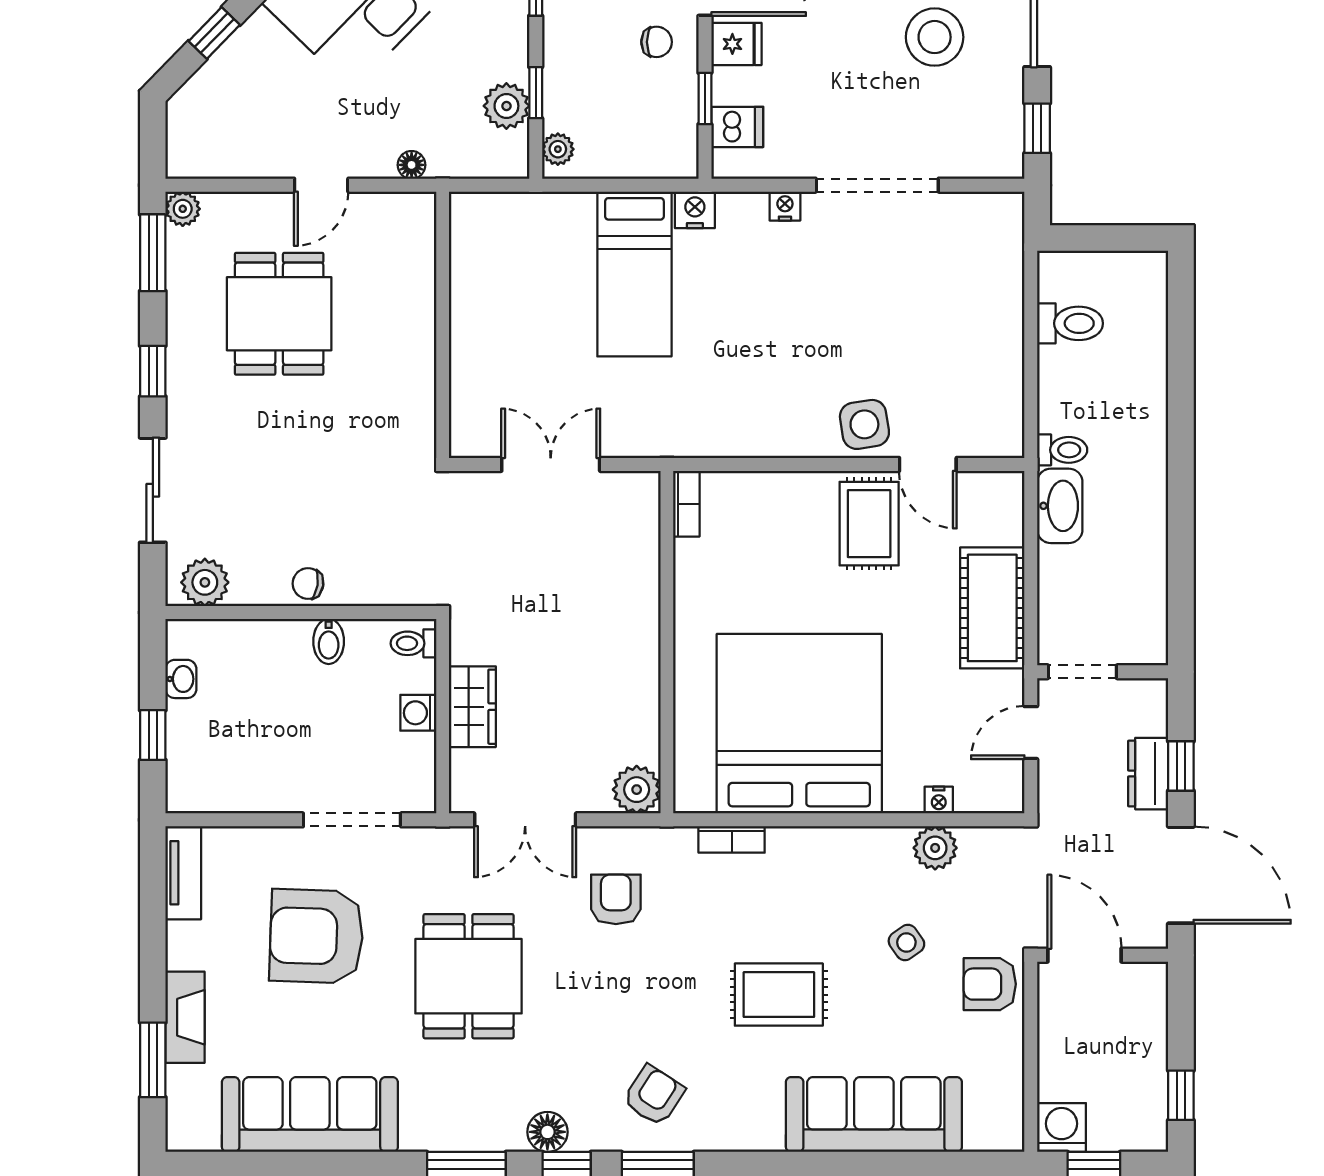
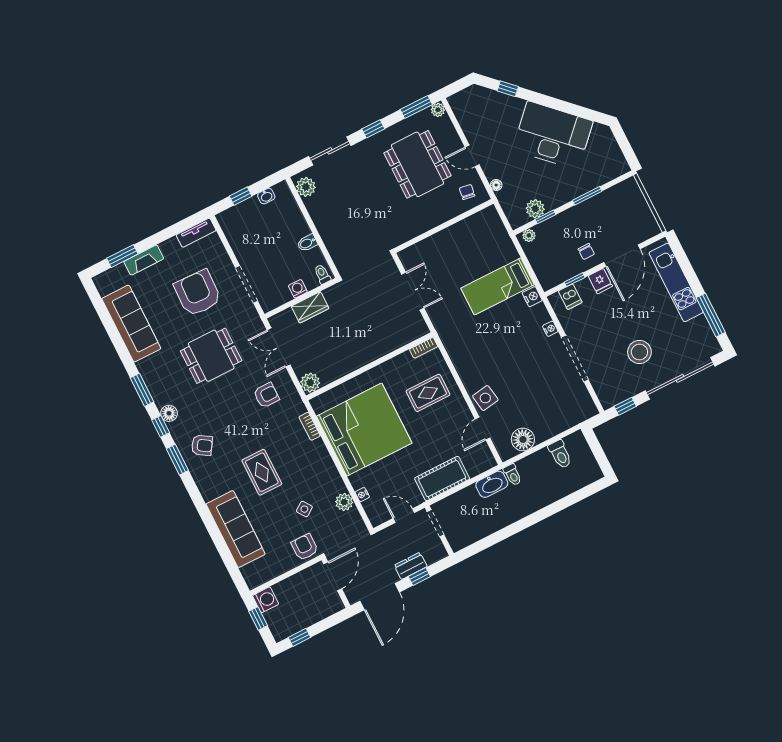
dining table: (279, 314) -> (417, 164), width x1.38
floor lamp: (996, 388) -> (523, 439), added
rug: (869, 524) -> (428, 393), moved
chair: (308, 584) -> (467, 192), moved

